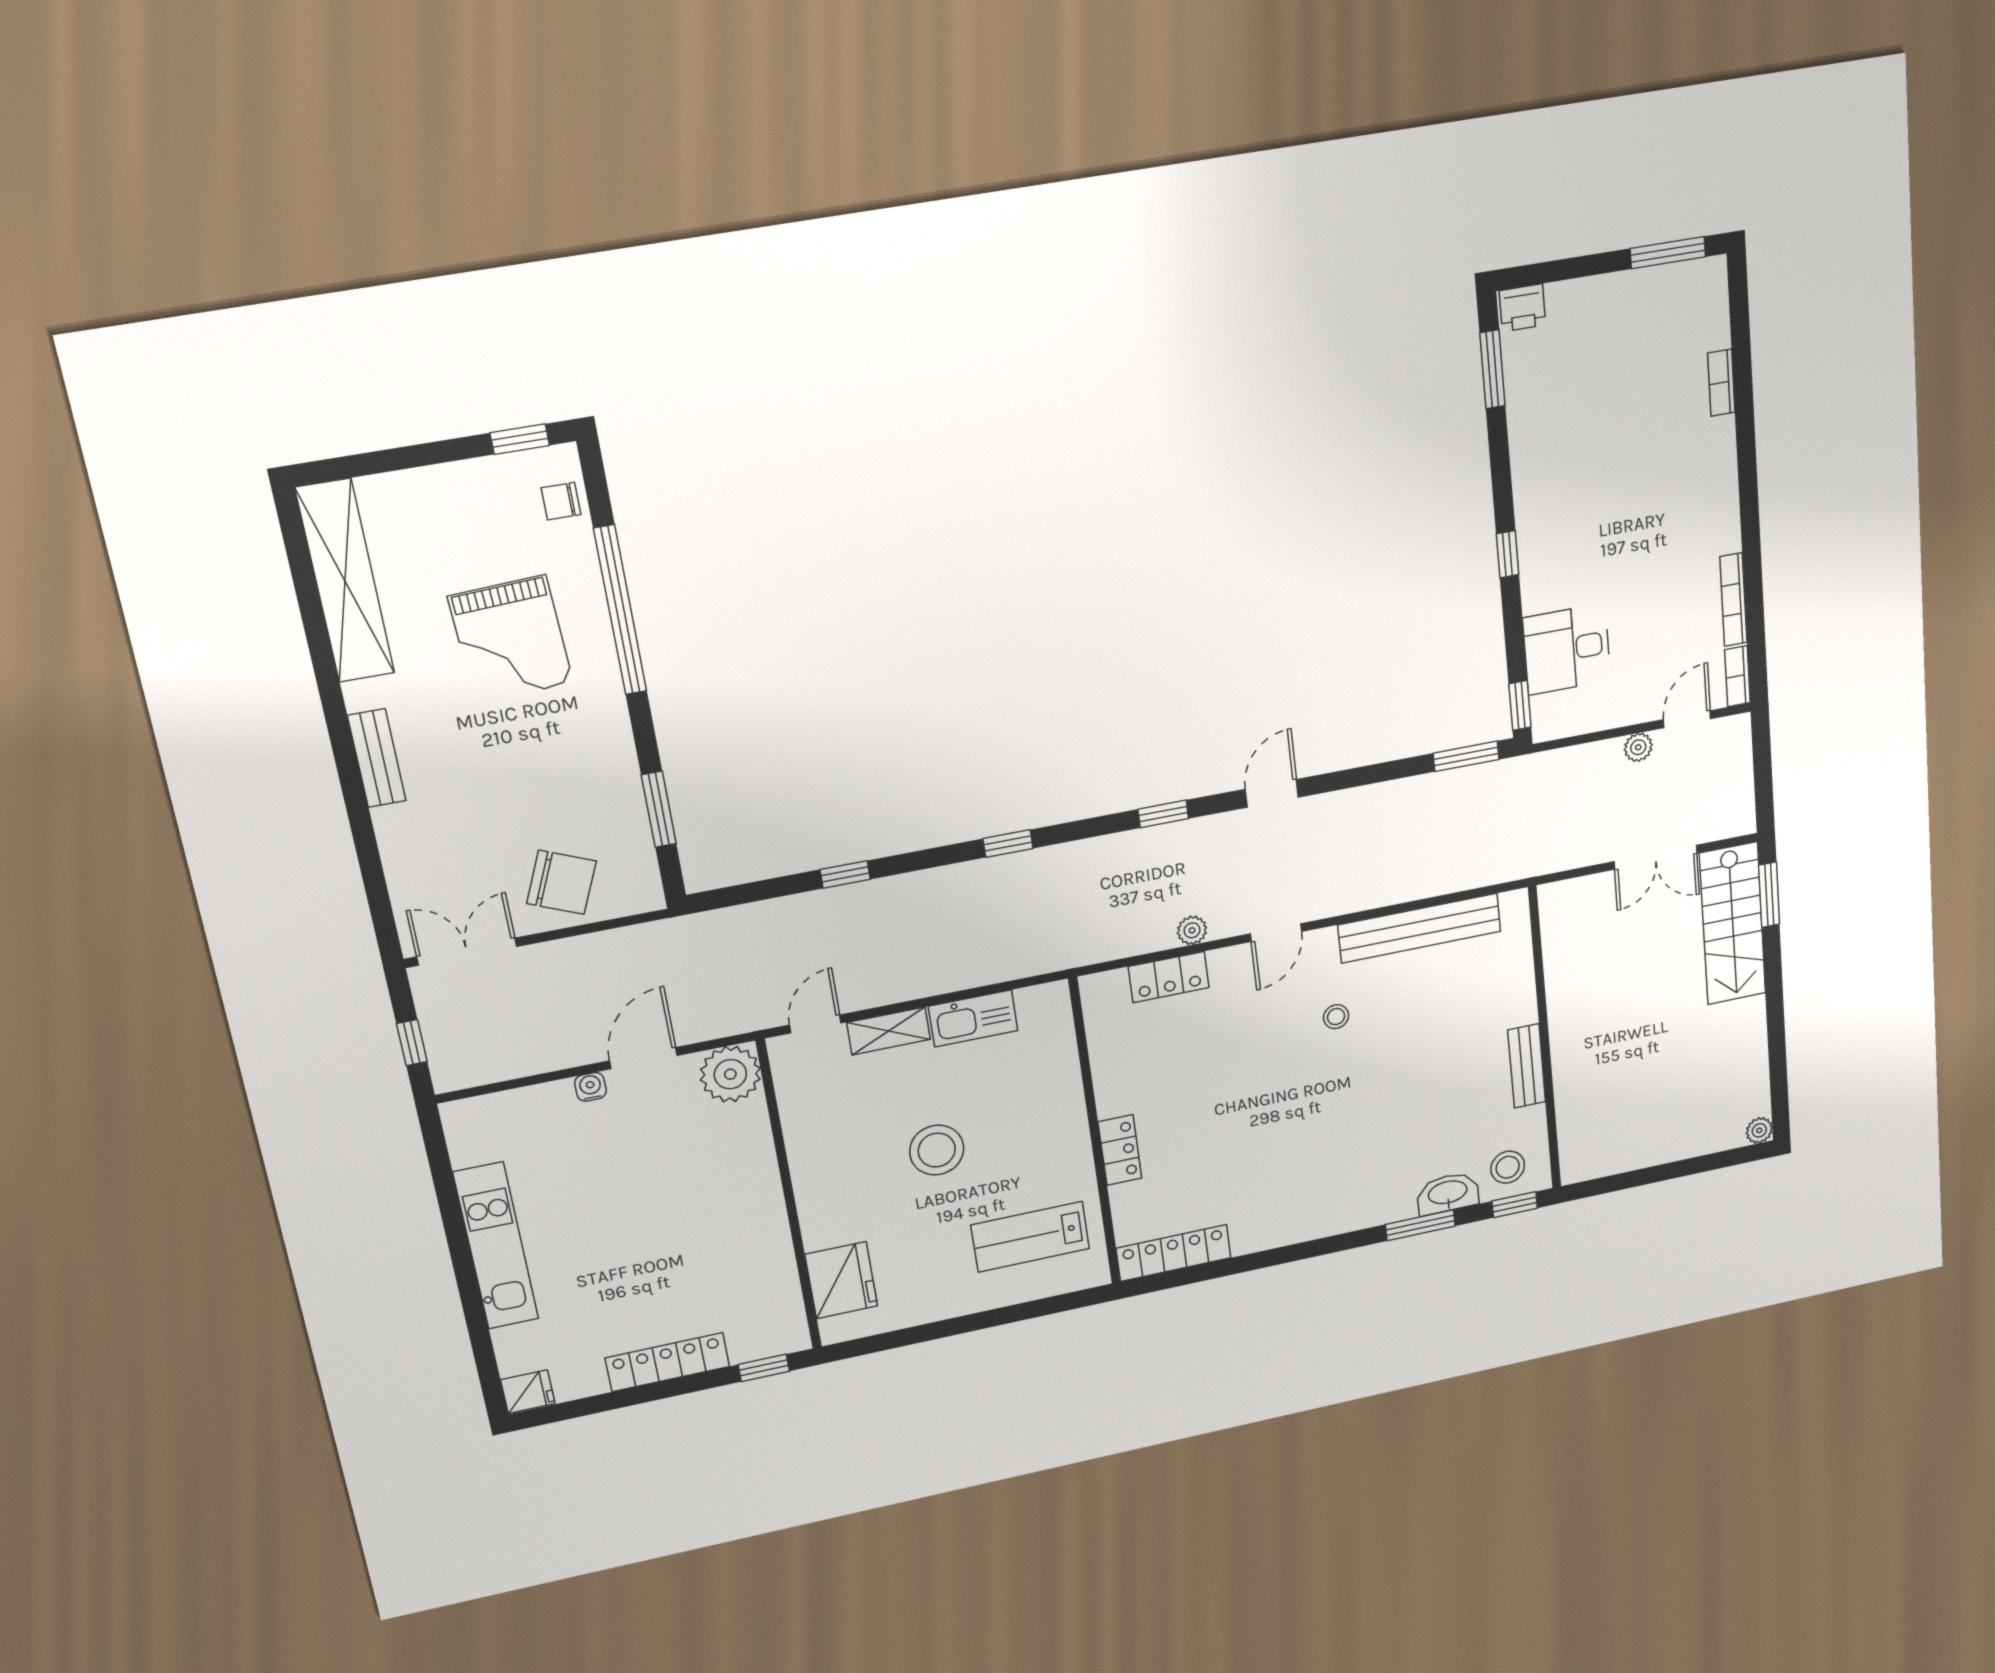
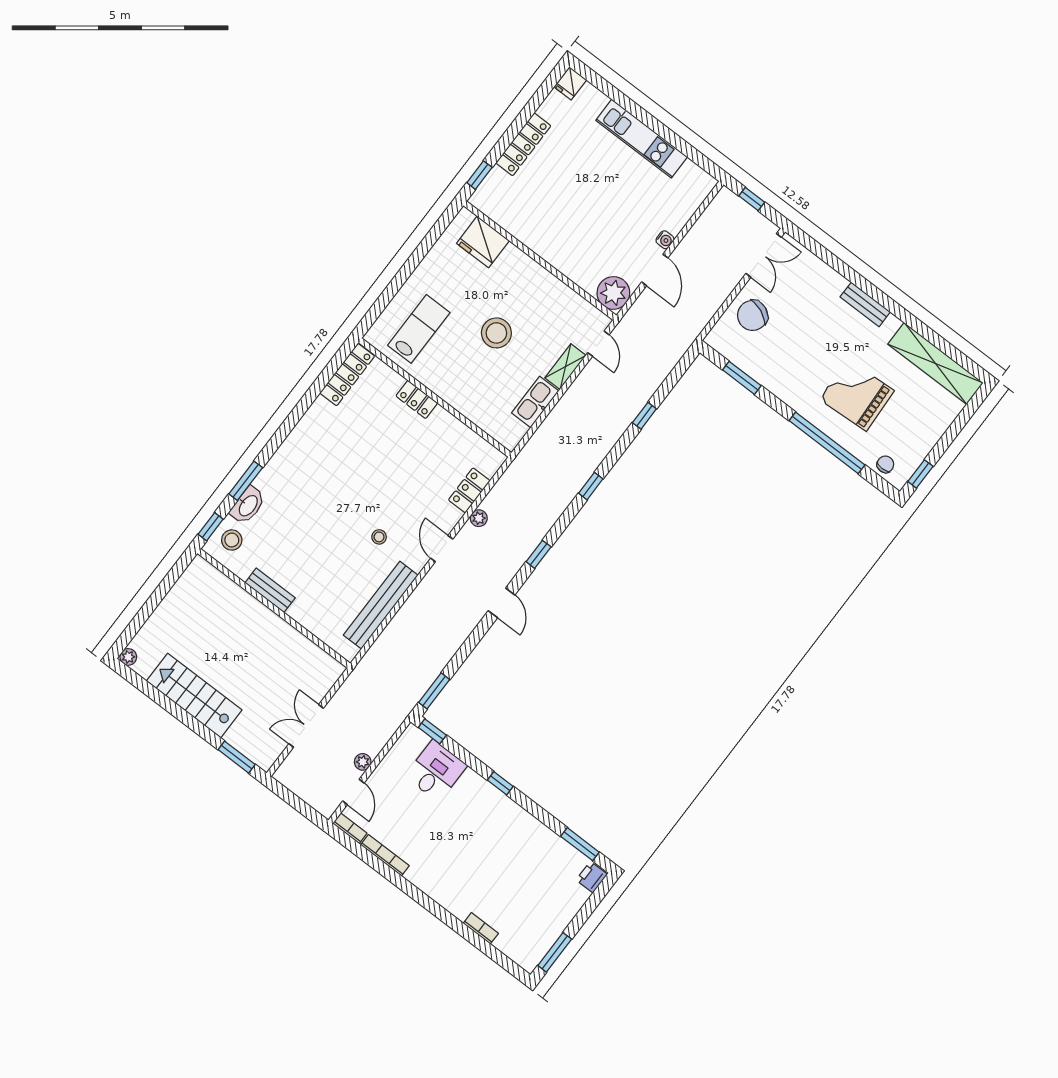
stairs: (1733, 924) -> (194, 696), moved

